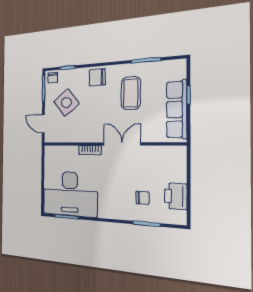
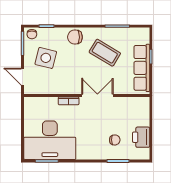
coffee table: (131, 93) -> (105, 53), turned -60
side table: (66, 103) -> (46, 58), turned -37

